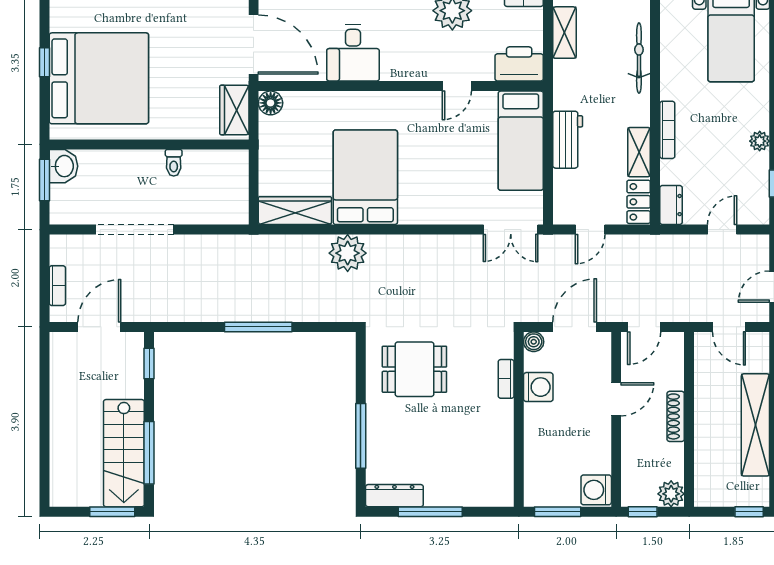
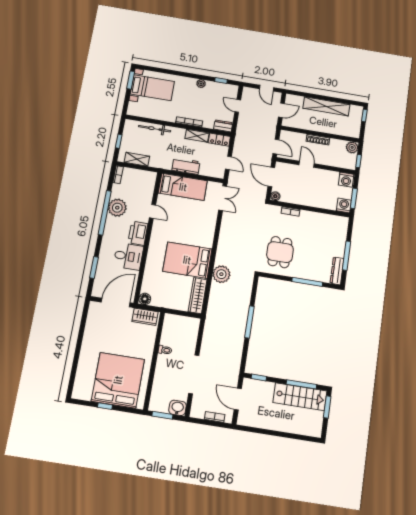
printer: (519, 64) -> (138, 233), moved
washbasin: (63, 166) -> (178, 408), moved
washing machine: (538, 387) -> (344, 205), moved

